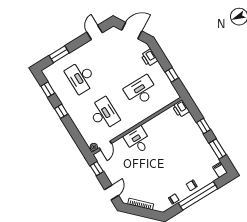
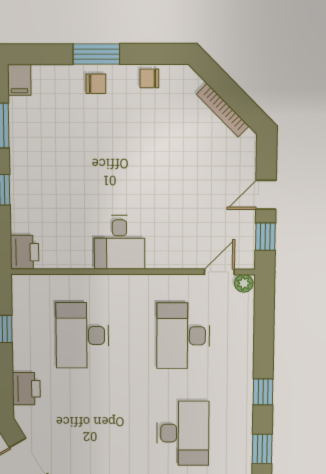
desk: (141, 91) -> (82, 335), turned 90
desk: (138, 140) -> (120, 242), moved
door: (111, 192) -> (266, 195), moved
window: (198, 196) -> (96, 54), width x0.47

